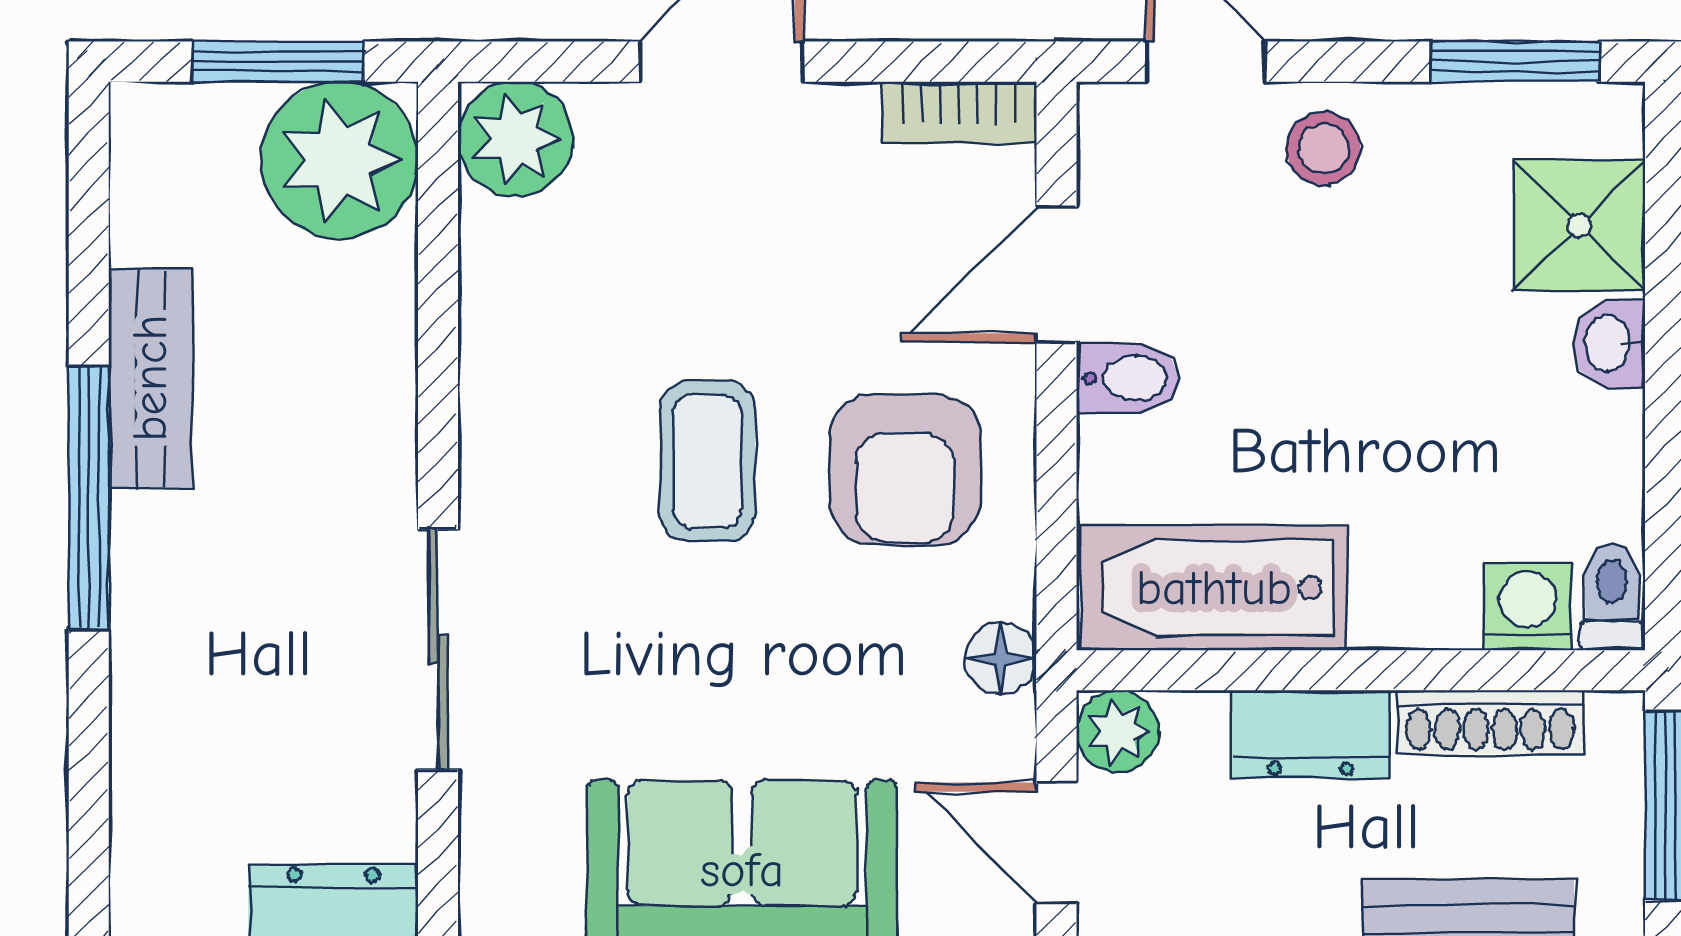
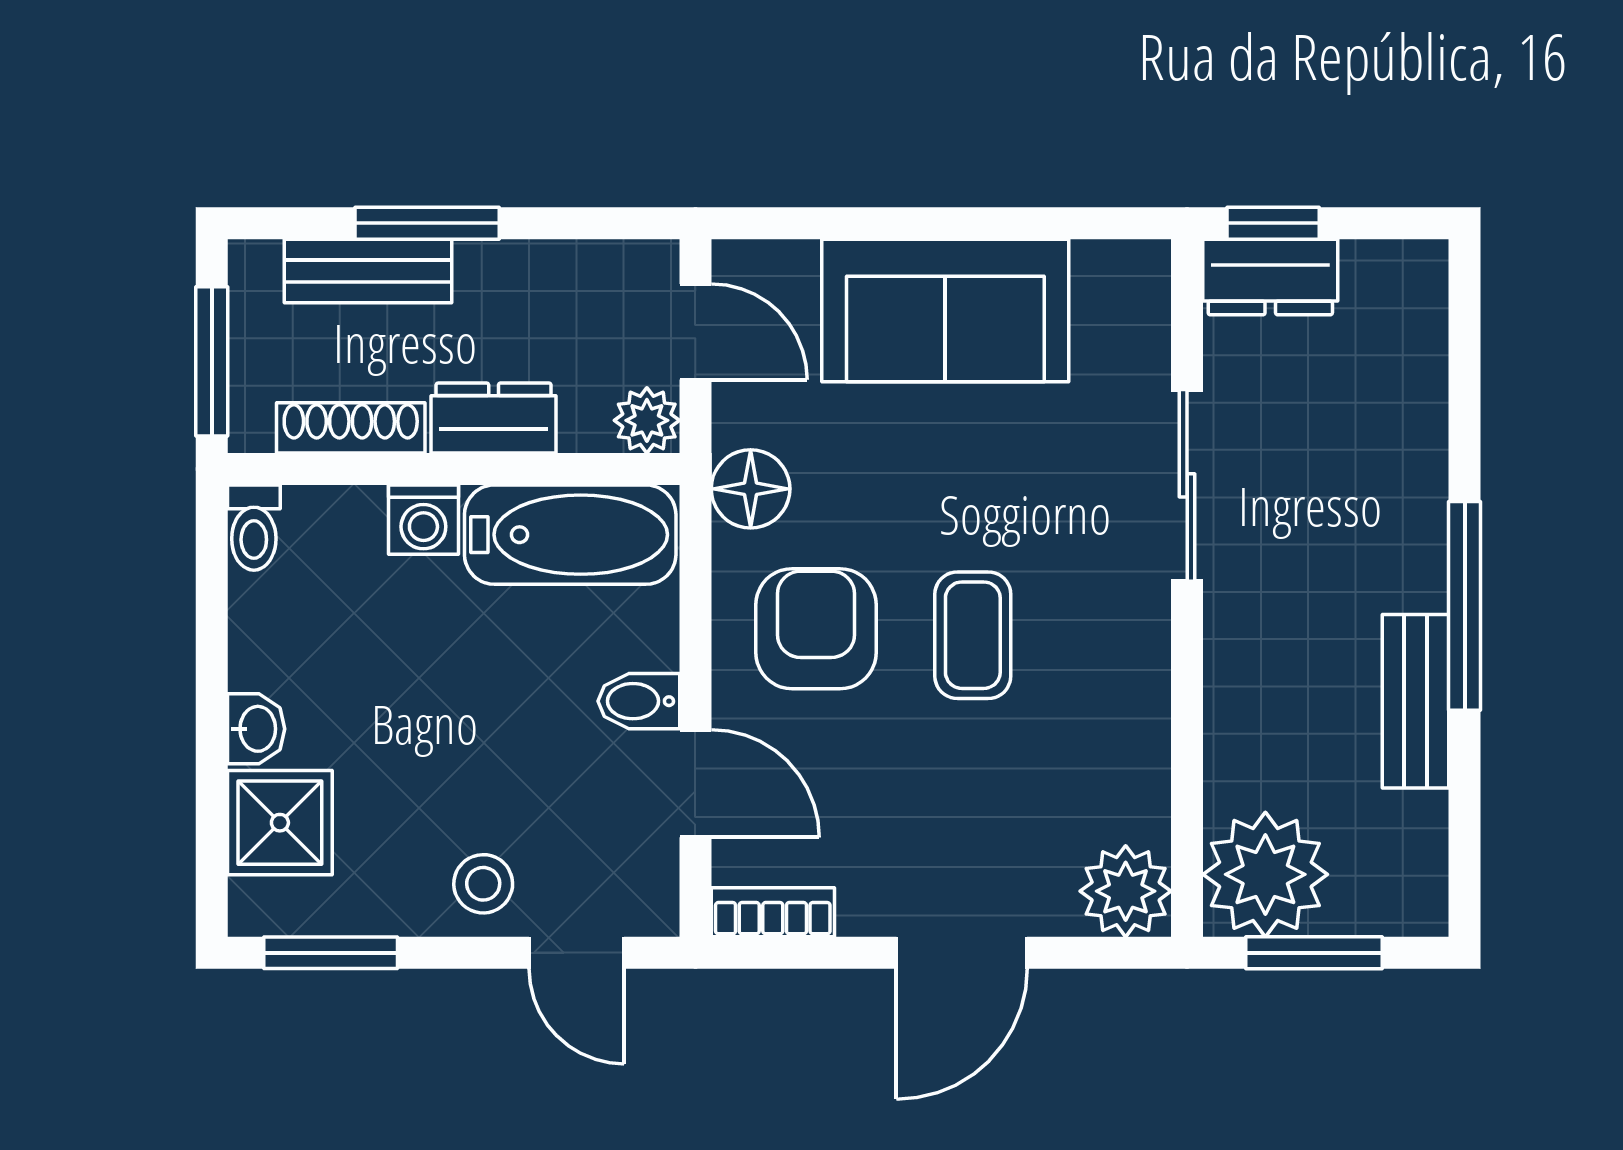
door: (1057, 275) -> (695, 783), hinge flipped
washing machine: (1527, 606) -> (423, 520), moved
floor lamp: (1001, 659) -> (751, 489), width x1.37, depth x1.37

